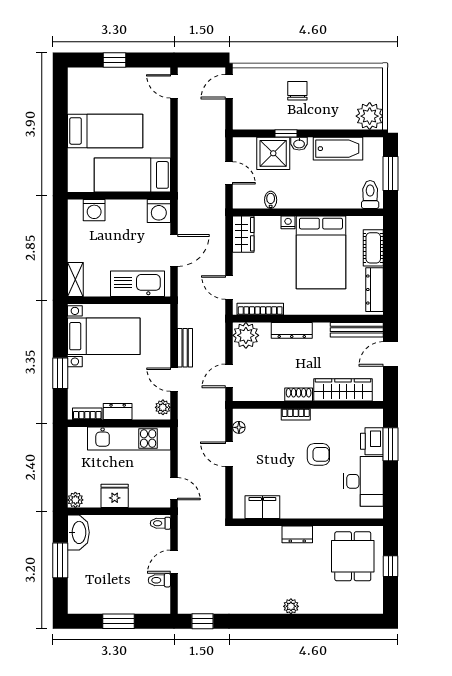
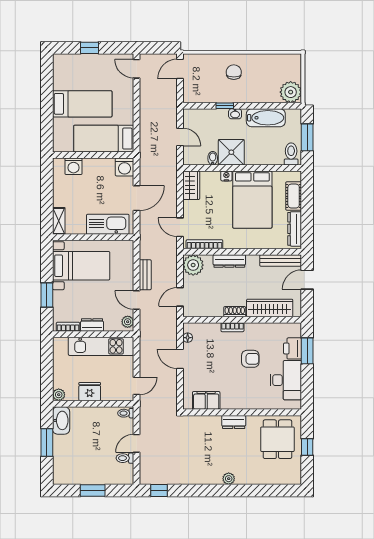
shower: (273, 153) -> (231, 152), moved
door: (174, 489) -> (137, 386), hinge flipped

